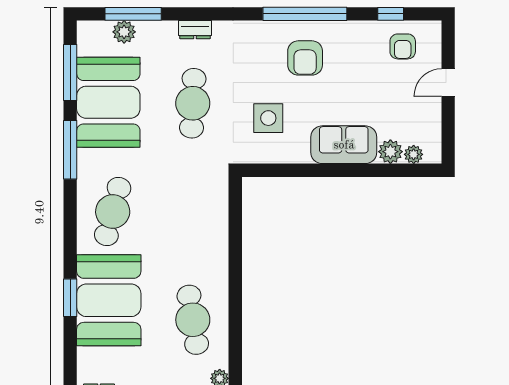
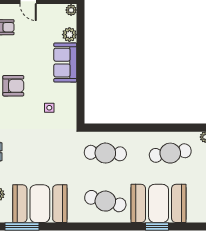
cafe table: (193, 103) -> (105, 153), moved
side table: (268, 118) -> (49, 108), width x0.54, depth x0.54
window: (70, 150) -> (68, 227), removed
plant: (414, 154) -> (71, 10), moved

